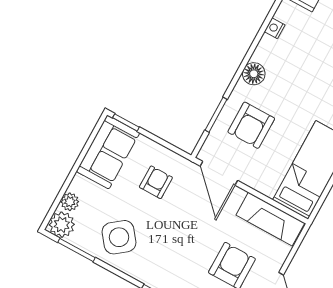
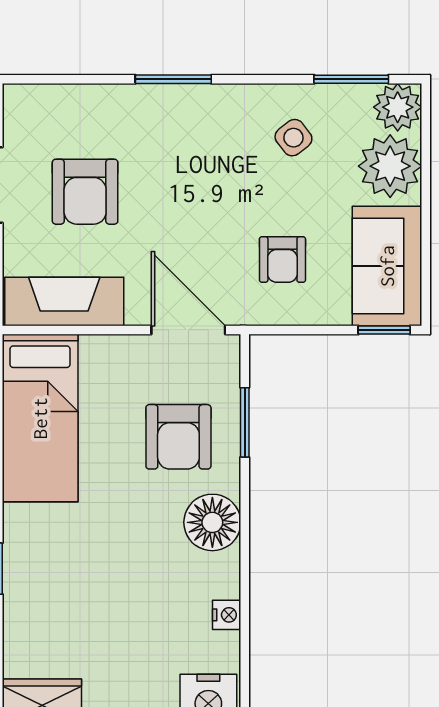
floor lamp: (254, 74) -> (212, 522), width x1.38, depth x1.38
armchair: (251, 125) -> (178, 437), turned 180
plant: (70, 202) -> (390, 166), width x1.88, depth x1.88
side table: (119, 237) -> (293, 138), width x0.54, depth x0.54

